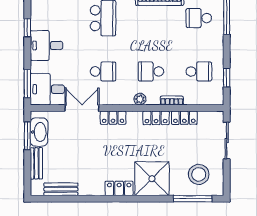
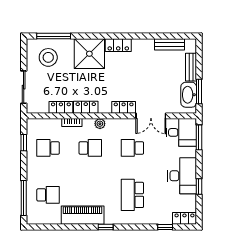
desk: (46, 45) -> (182, 176), width x1.37

